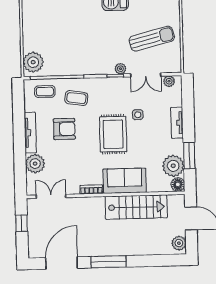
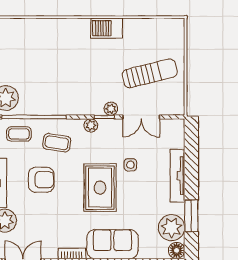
plant: (169, 81) -> (91, 125), moved
tv unit: (177, 123) -> (178, 176), width x1.41

